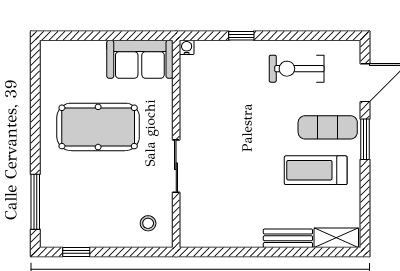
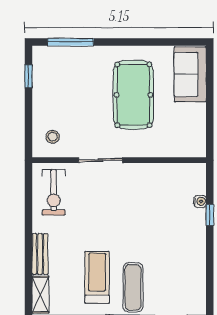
water cooler: (187, 47) -> (200, 201), moved
sofa: (140, 59) -> (190, 74), moved
exercise bike: (297, 69) -> (54, 192), moved, turned 180

